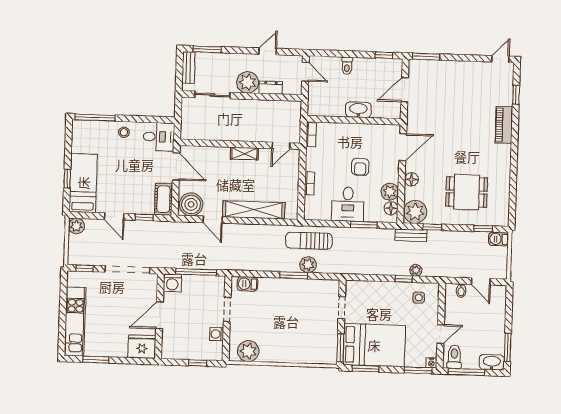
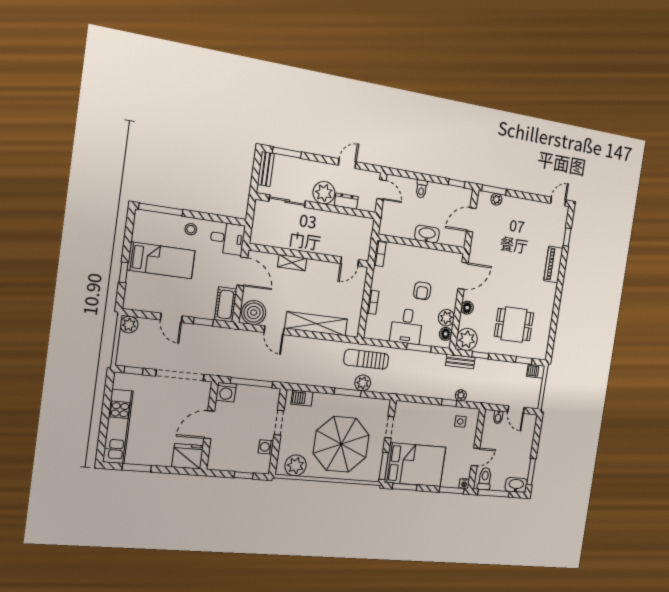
plant: (430, 66) -> (496, 199), added
shelving: (244, 154) -> (292, 263), moved
bed: (83, 183) -> (161, 260), moved, turned 90
parasol: (293, 328) -> (341, 444), added

